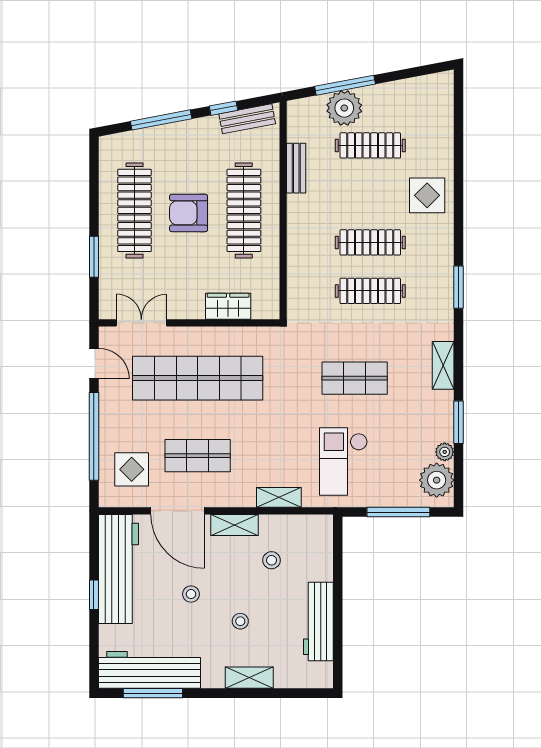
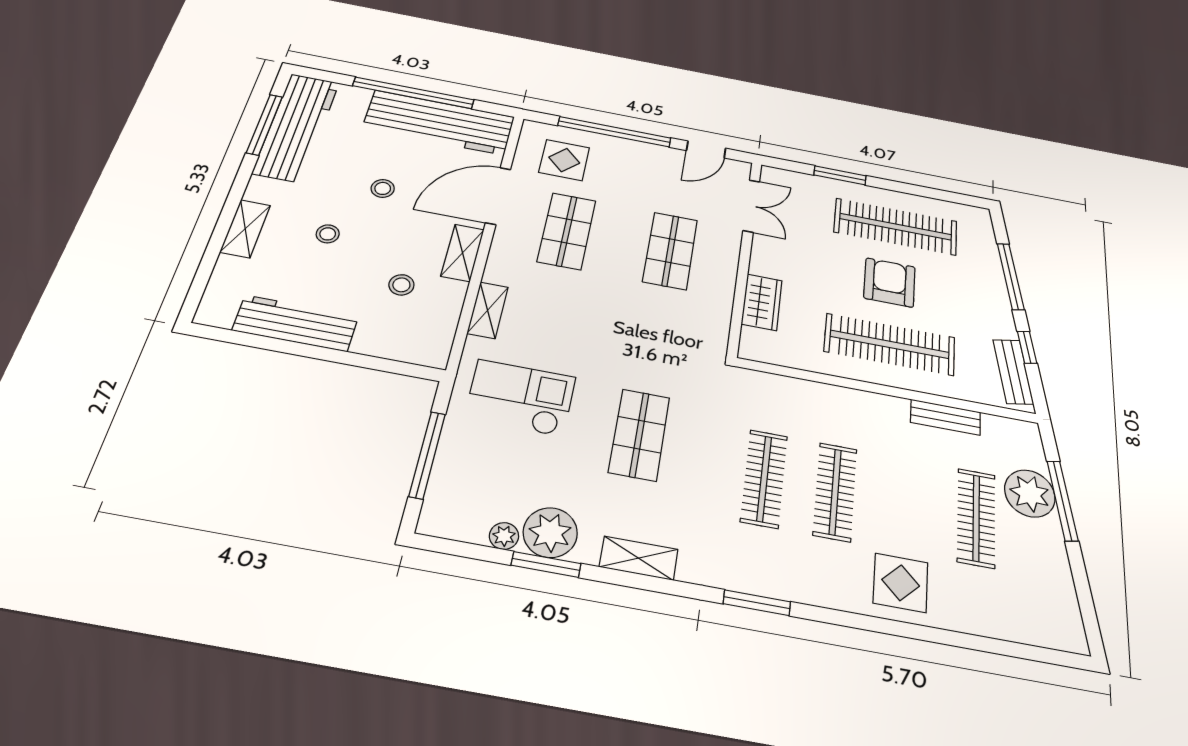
shop shelf: (198, 378) -> (670, 251), width x0.50, depth x0.74
plant: (437, 480) -> (550, 533), moved
window: (94, 595) -> (413, 93), width x3.17

